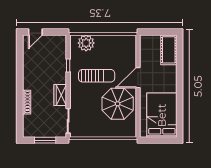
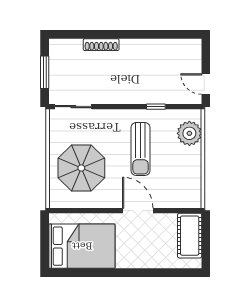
door: (35, 32) -> (206, 84), moved
cot: (169, 50) -> (190, 236), moved, turned 90
wardrobe: (60, 95) -> (112, 95), removed
parasol: (118, 104) -> (81, 168), moved

